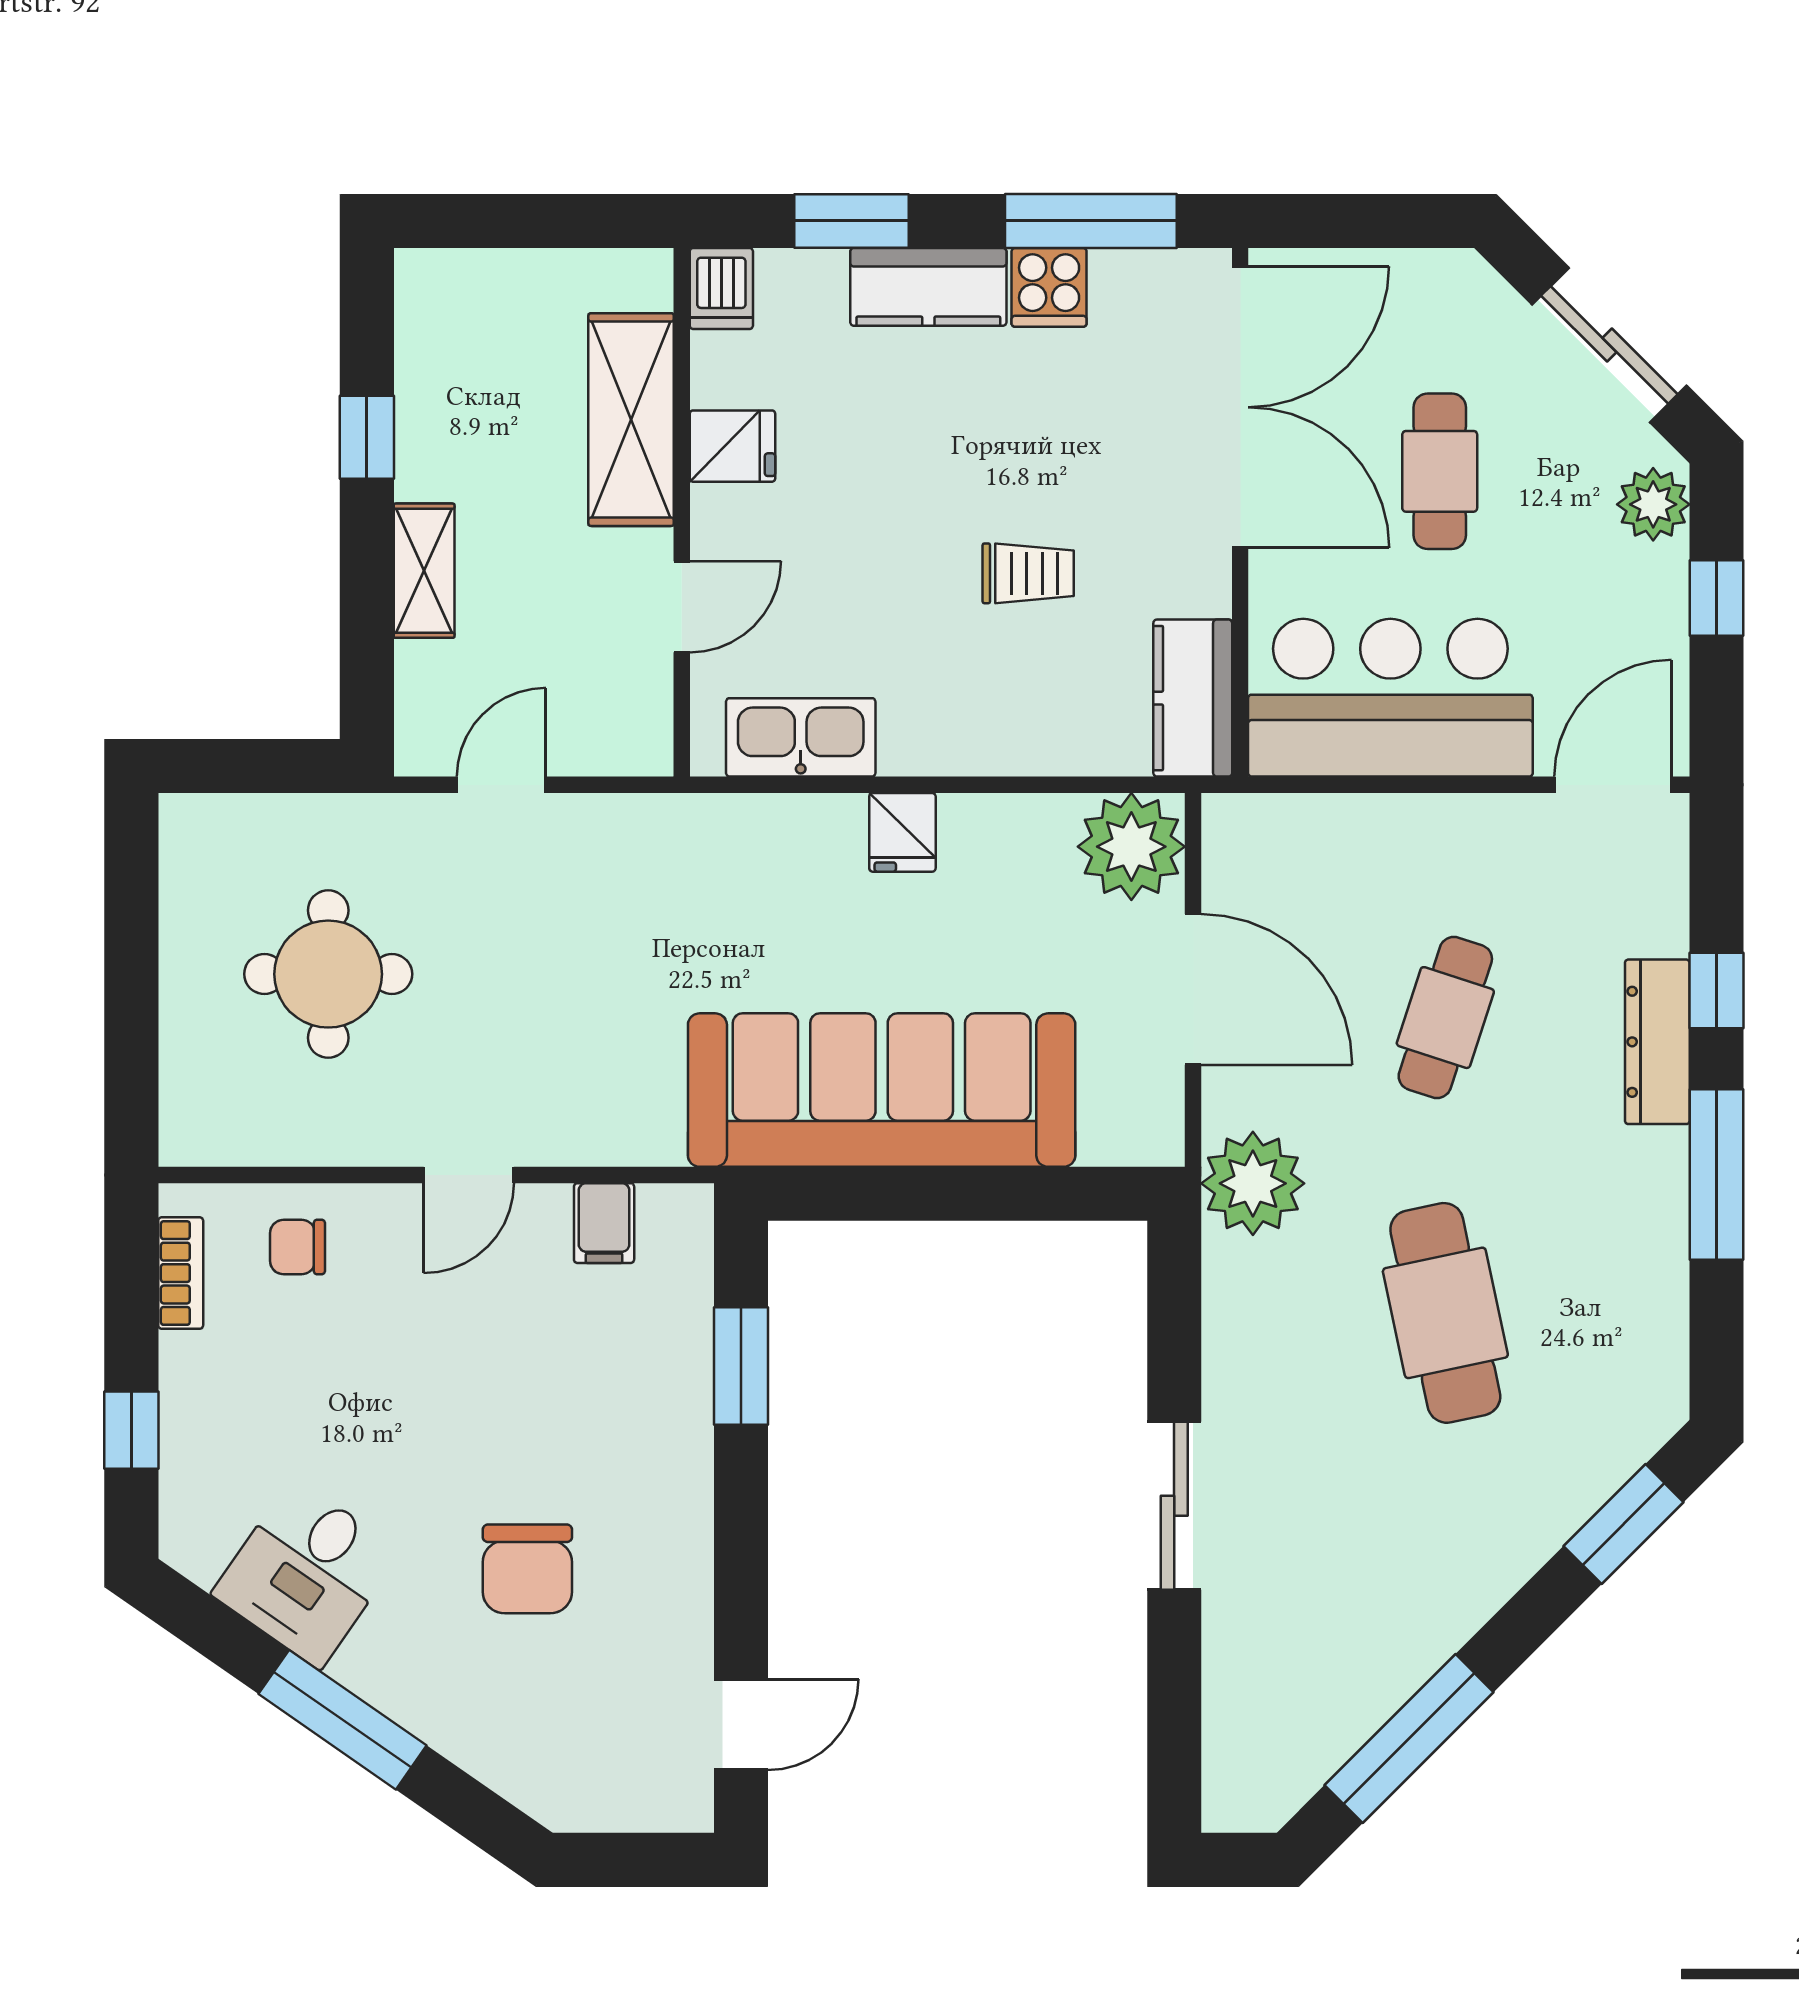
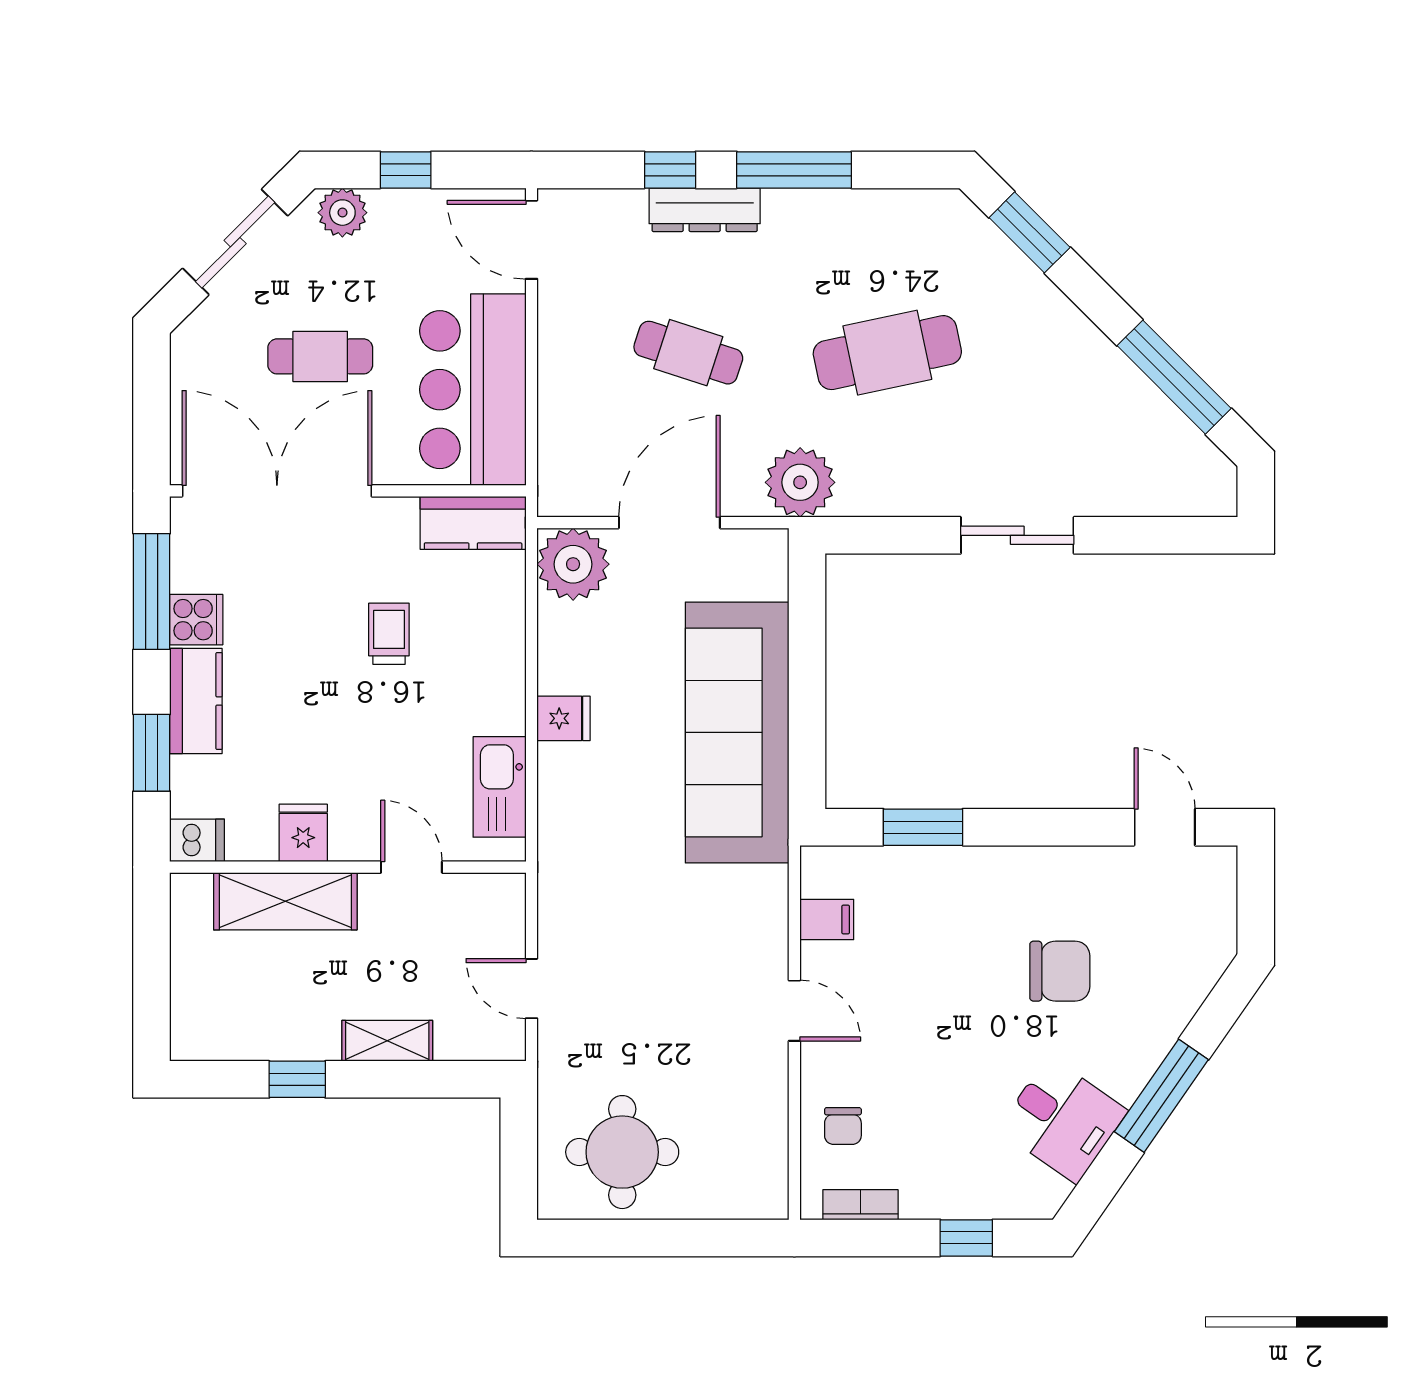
round table: (328, 974) -> (622, 1152), moved

